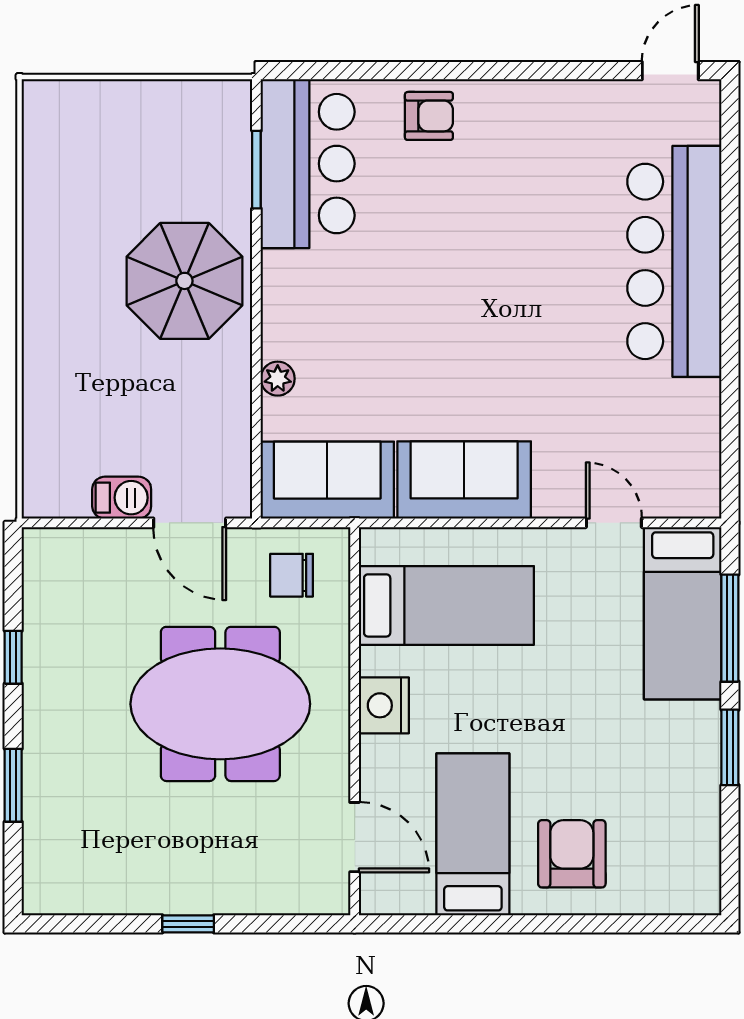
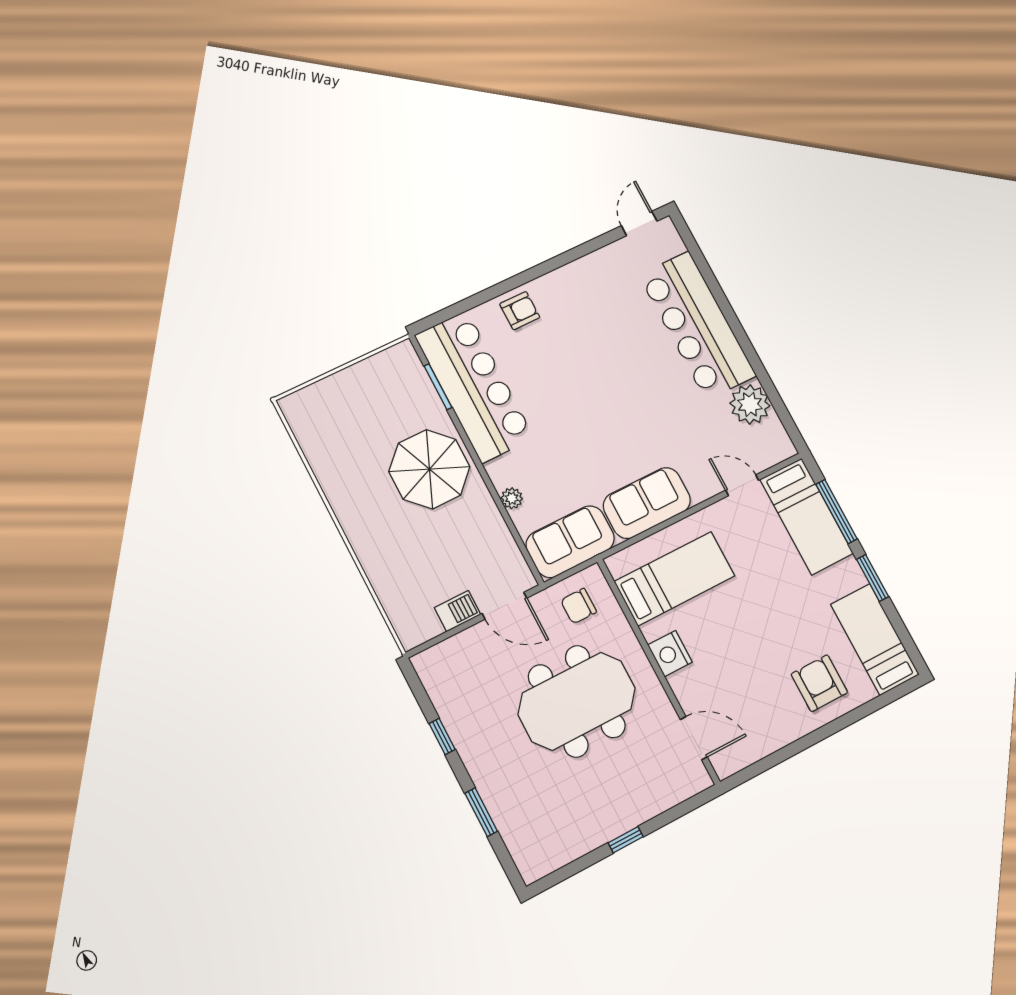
bar counter: (308, 164) -> (474, 387), width x1.36
plant: (689, 413) -> (750, 404), added
bed: (473, 834) -> (875, 639), moved

